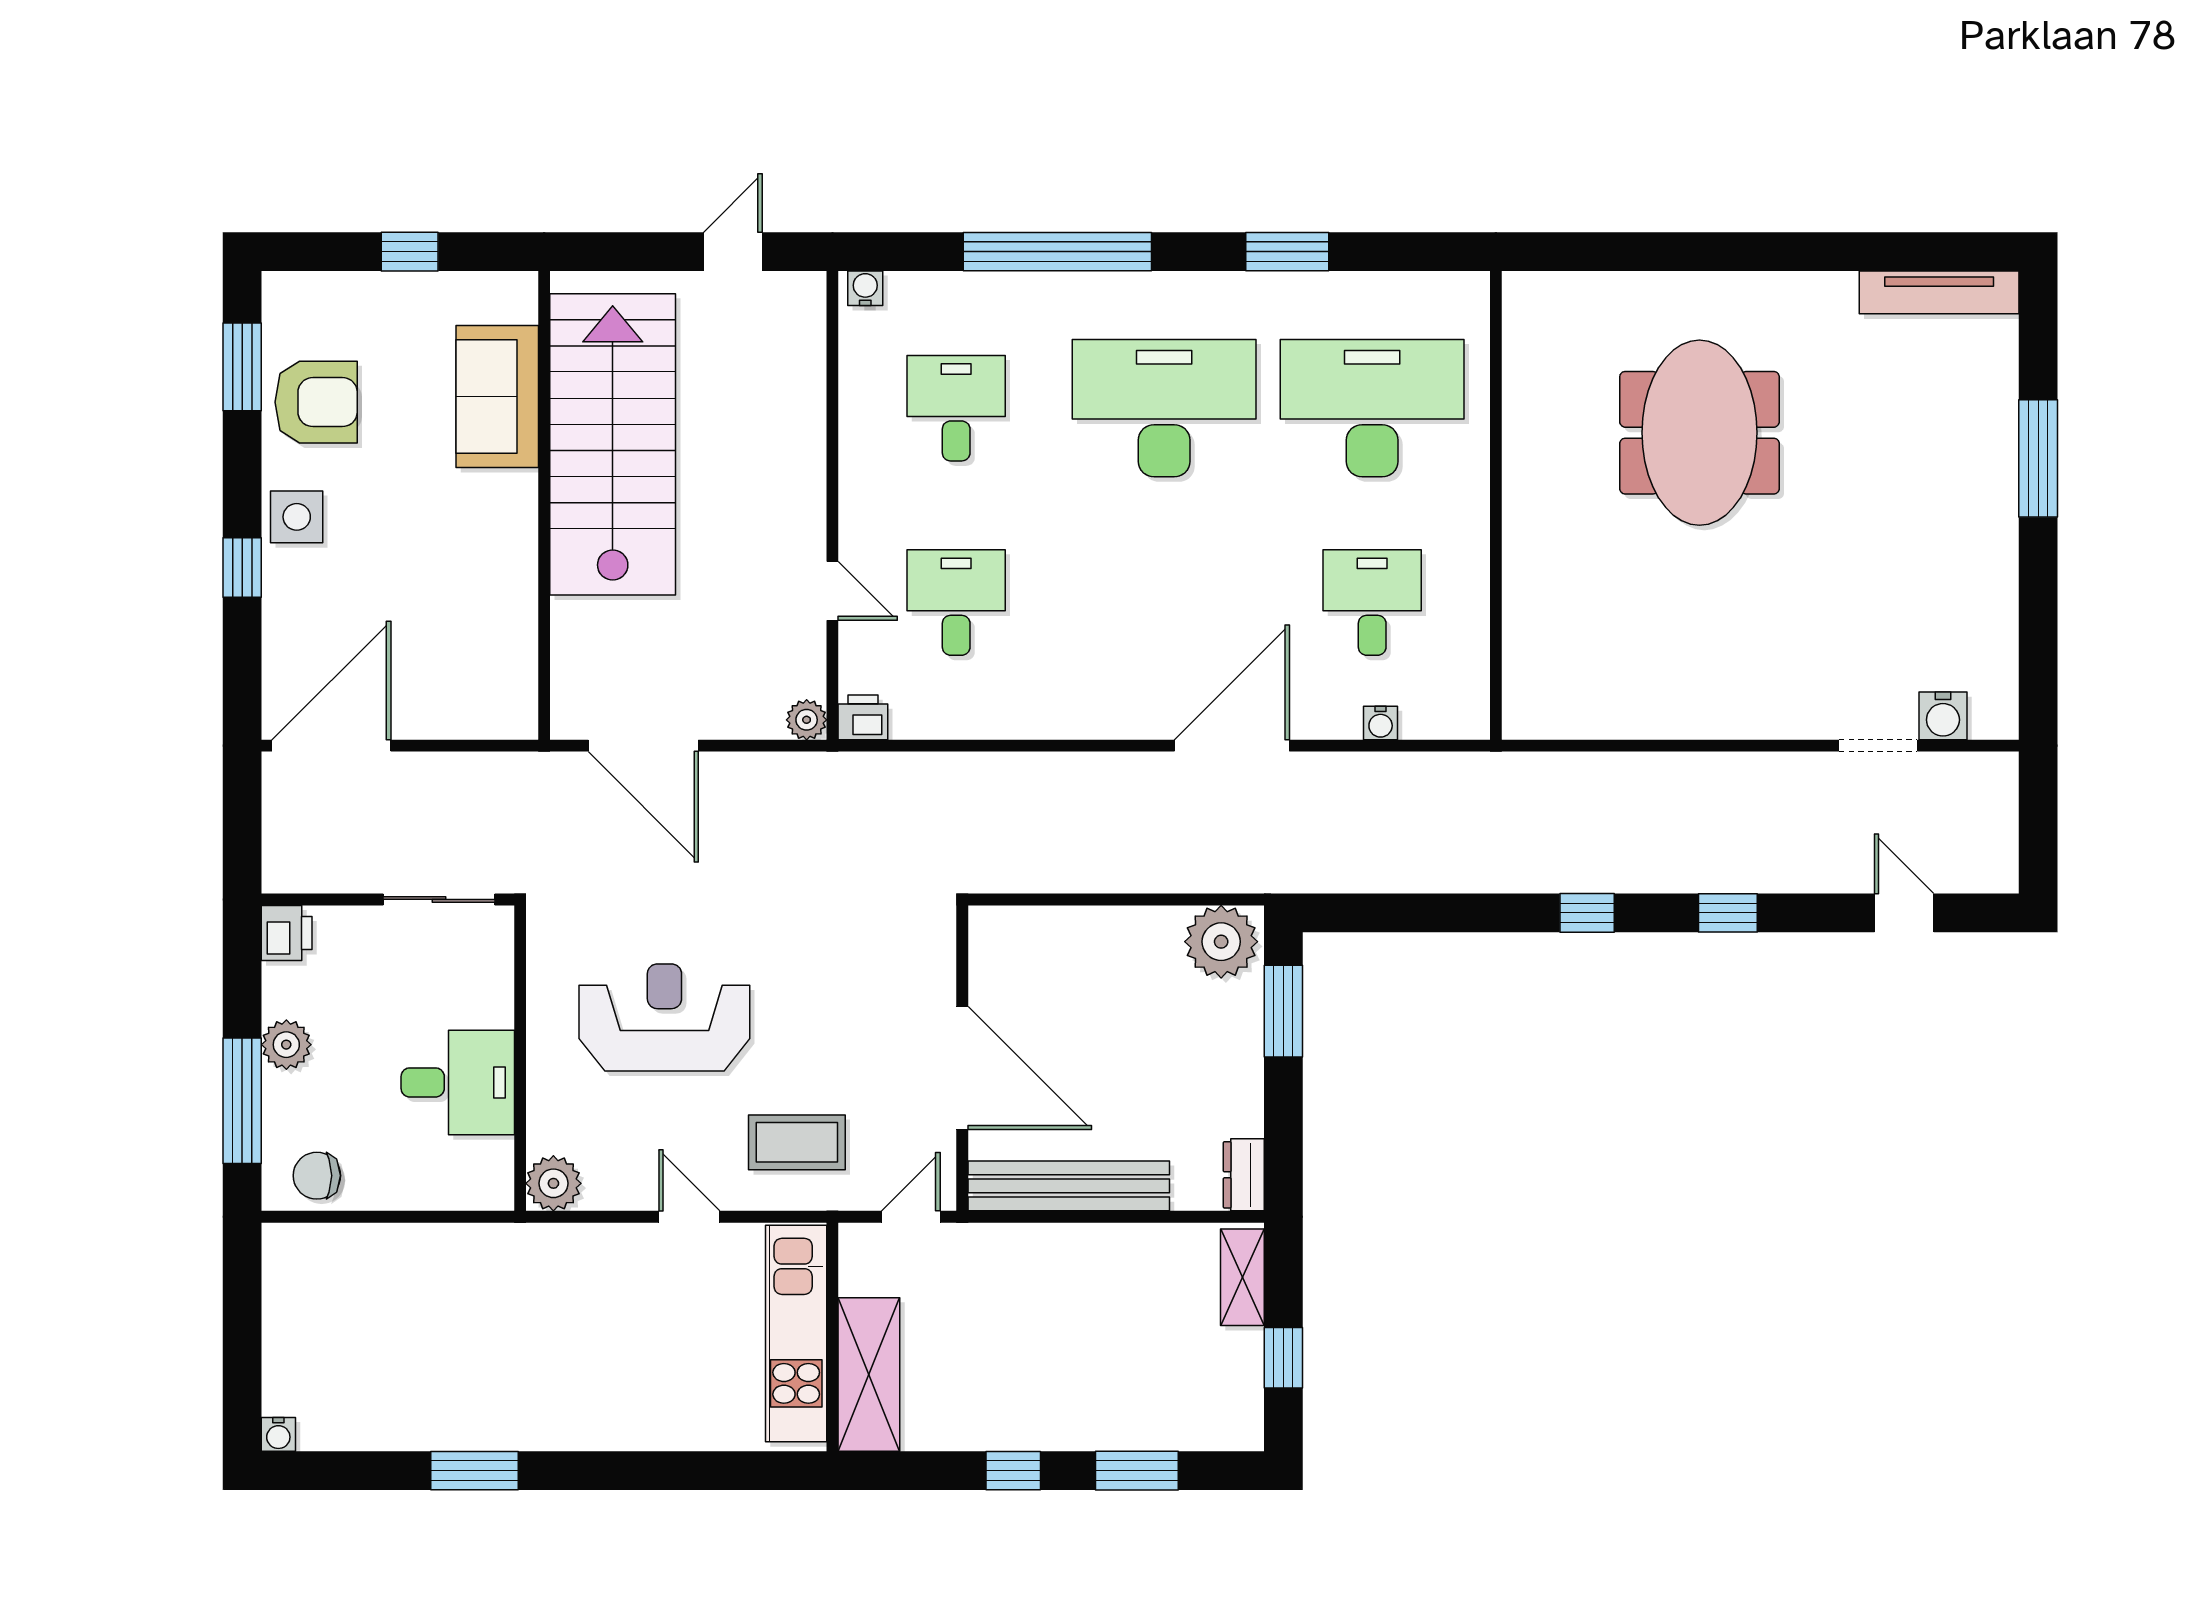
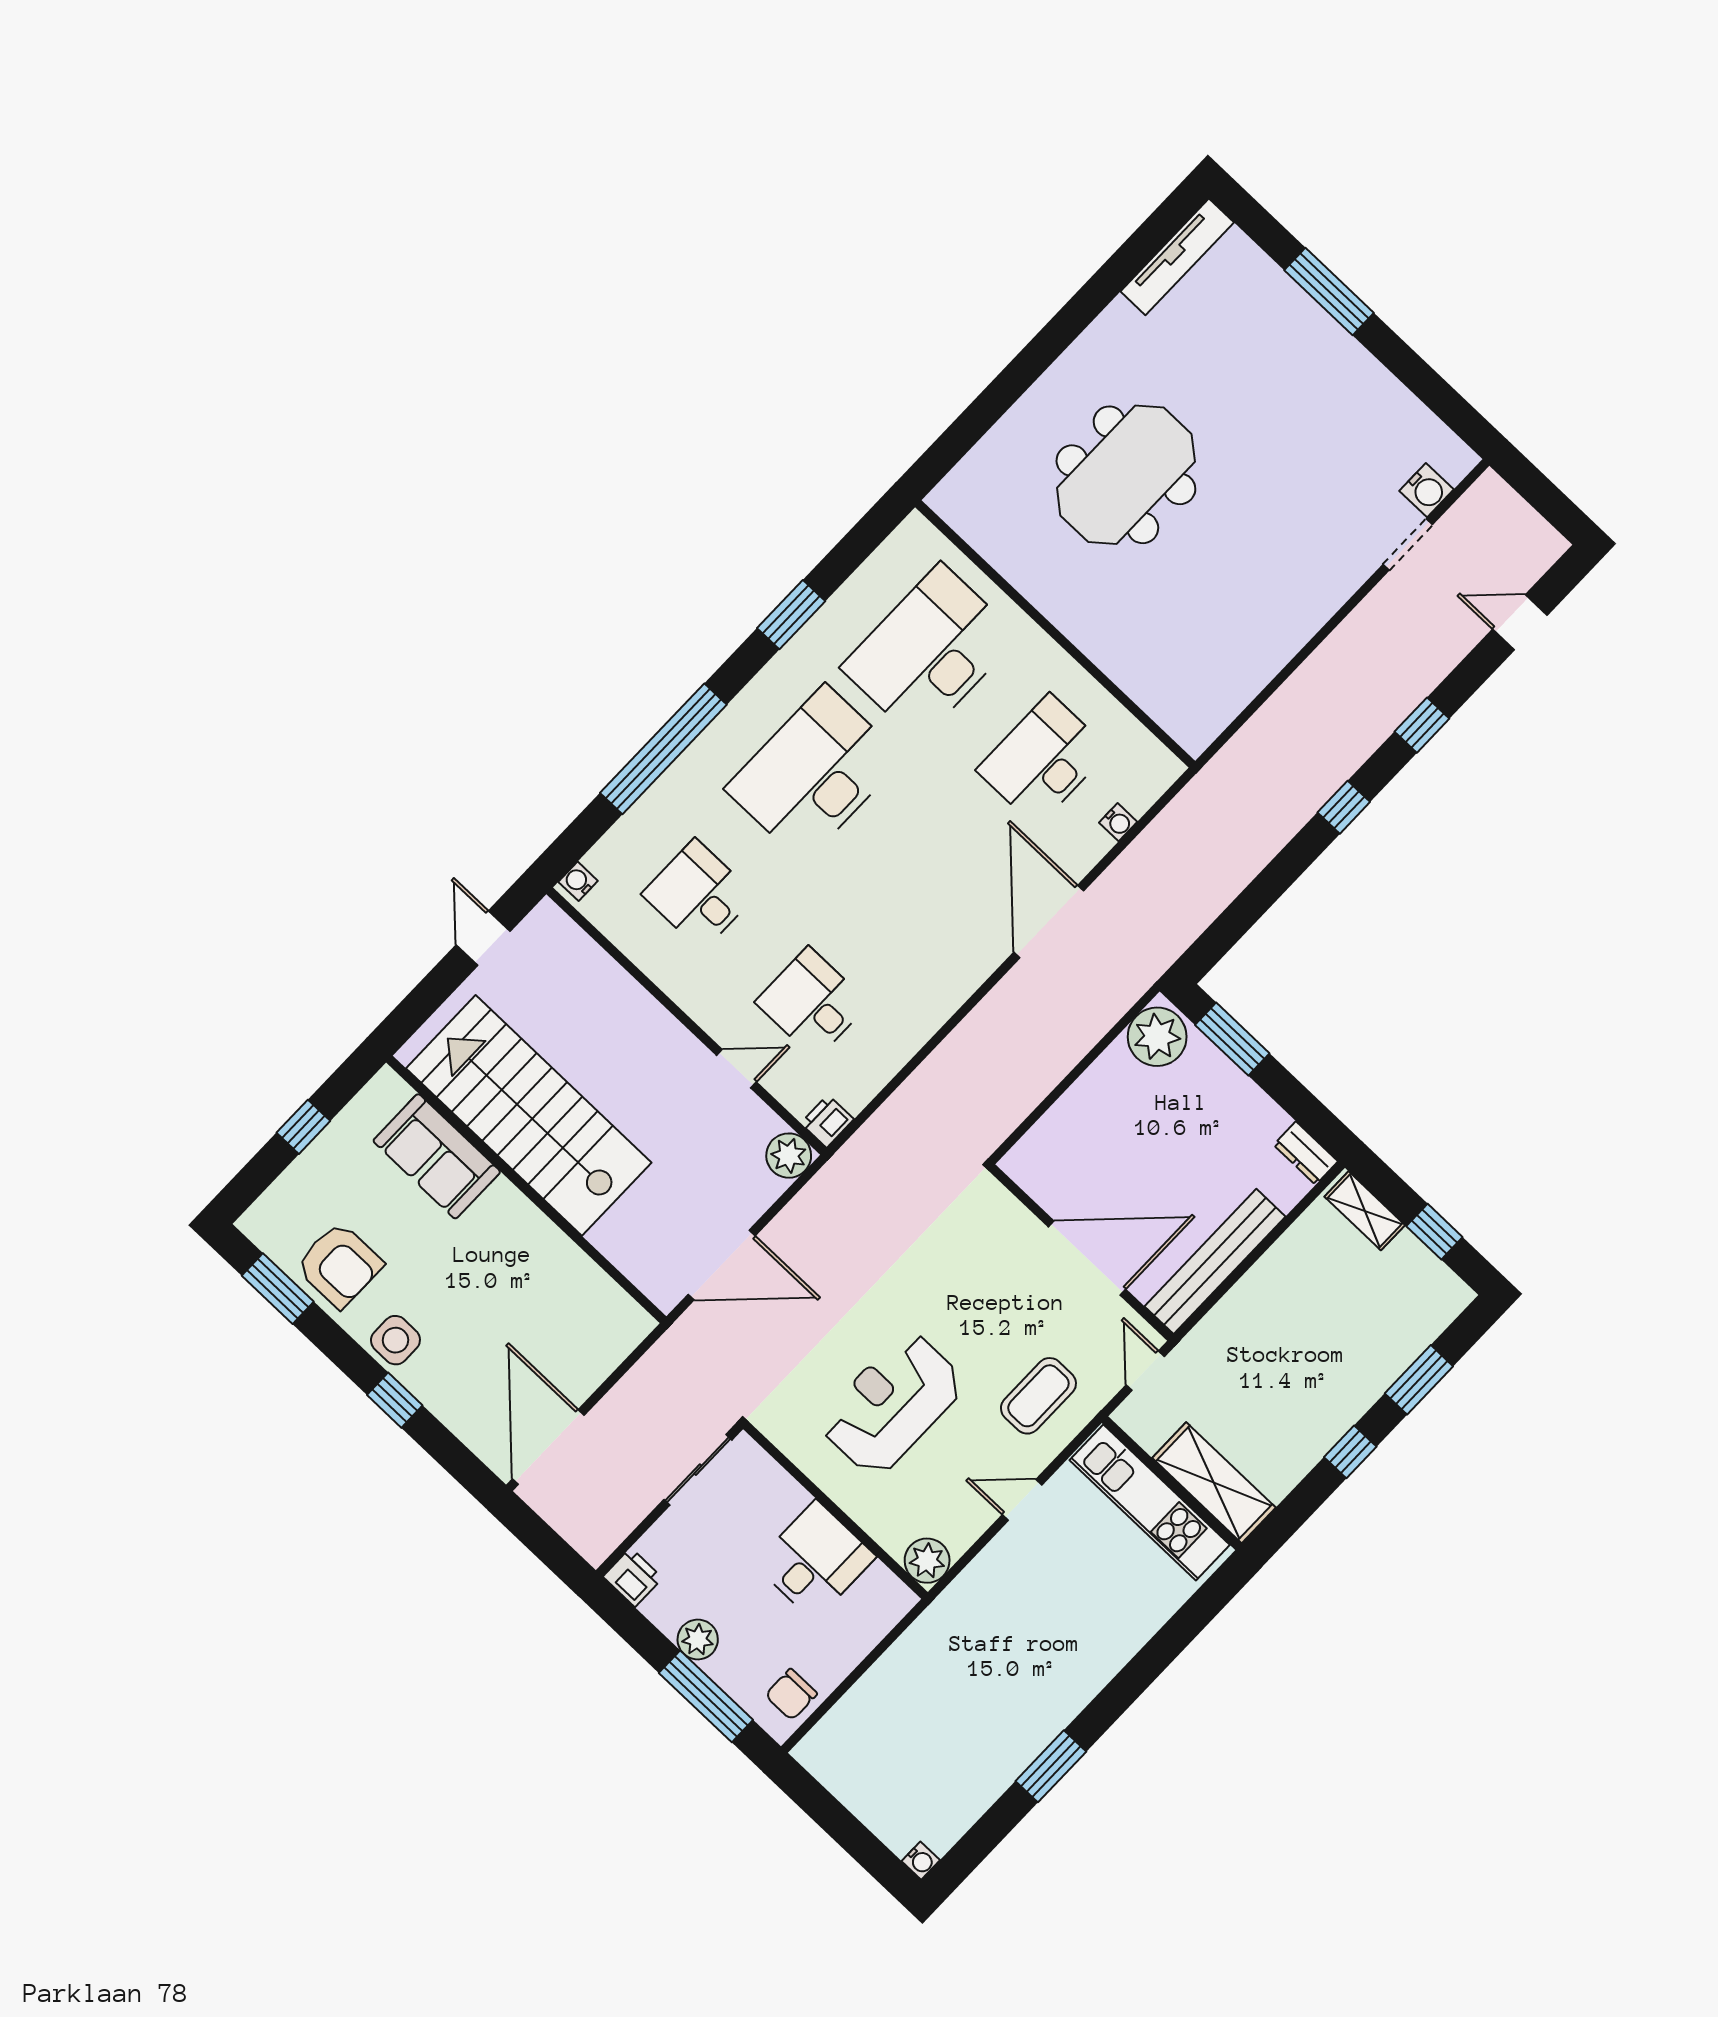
armchair: (316, 402) -> (339, 1265), turned 90
meeting table: (1699, 433) -> (1126, 475), turned 90
desk: (1372, 603) -> (1043, 760), width x1.37
plant: (807, 720) -> (789, 1156), width x1.38, depth x1.38

